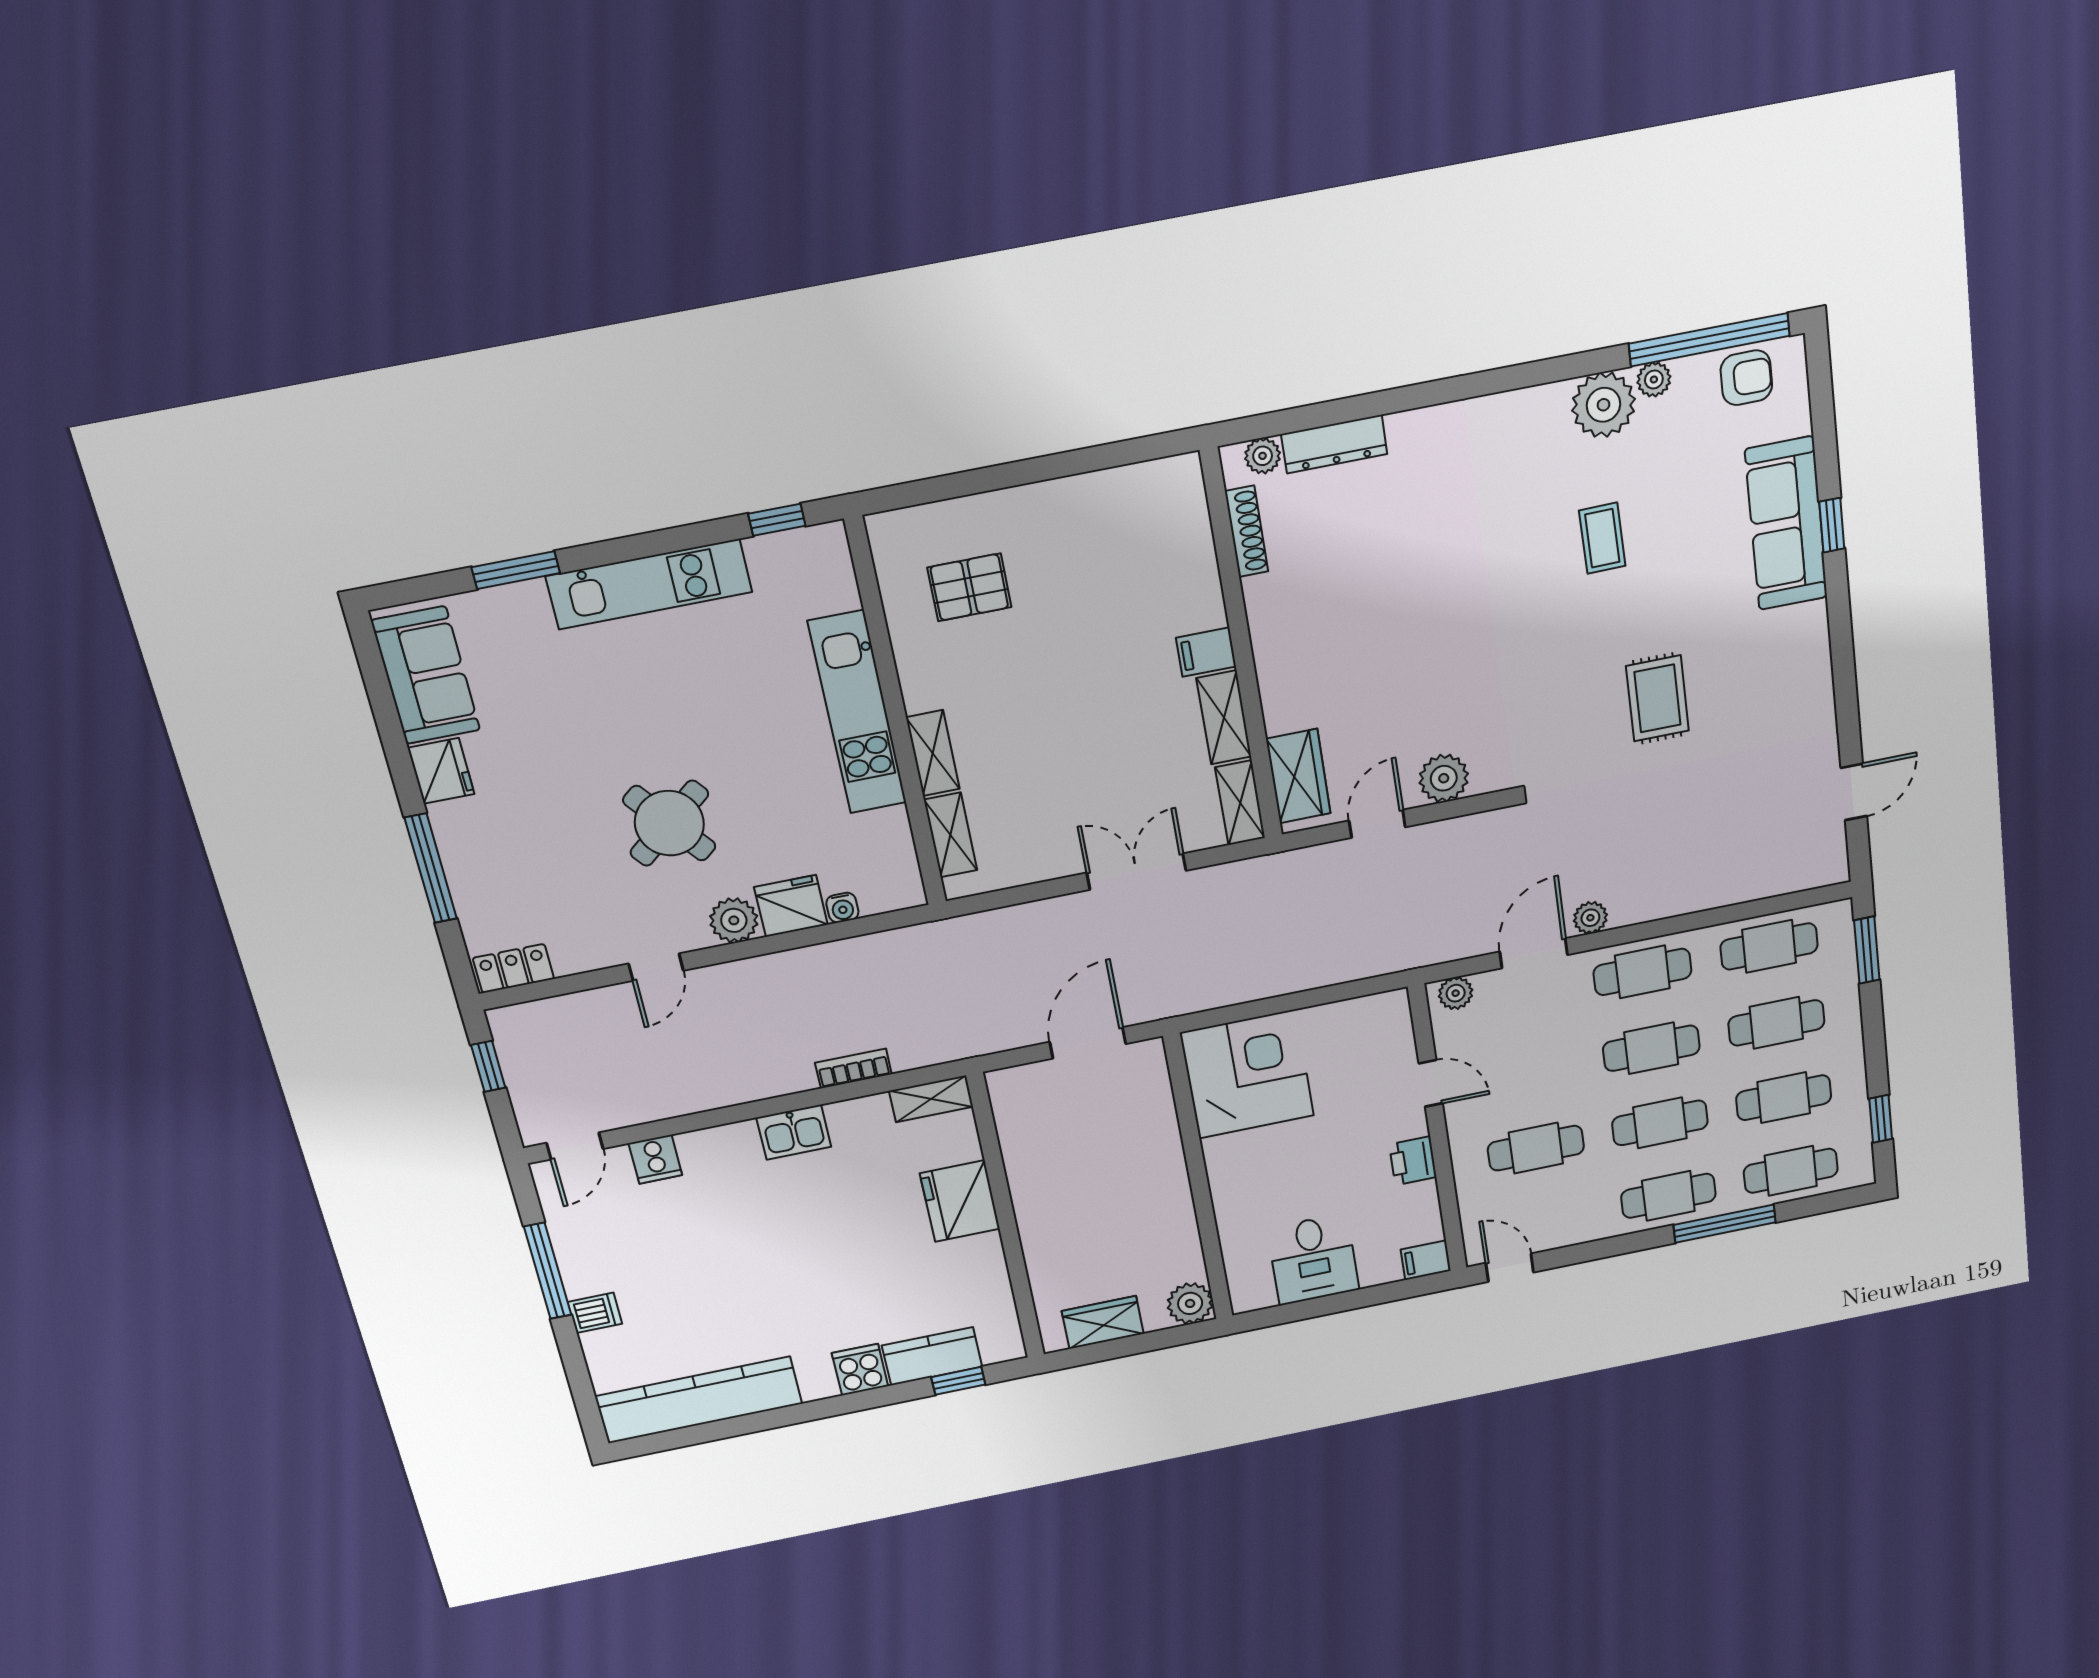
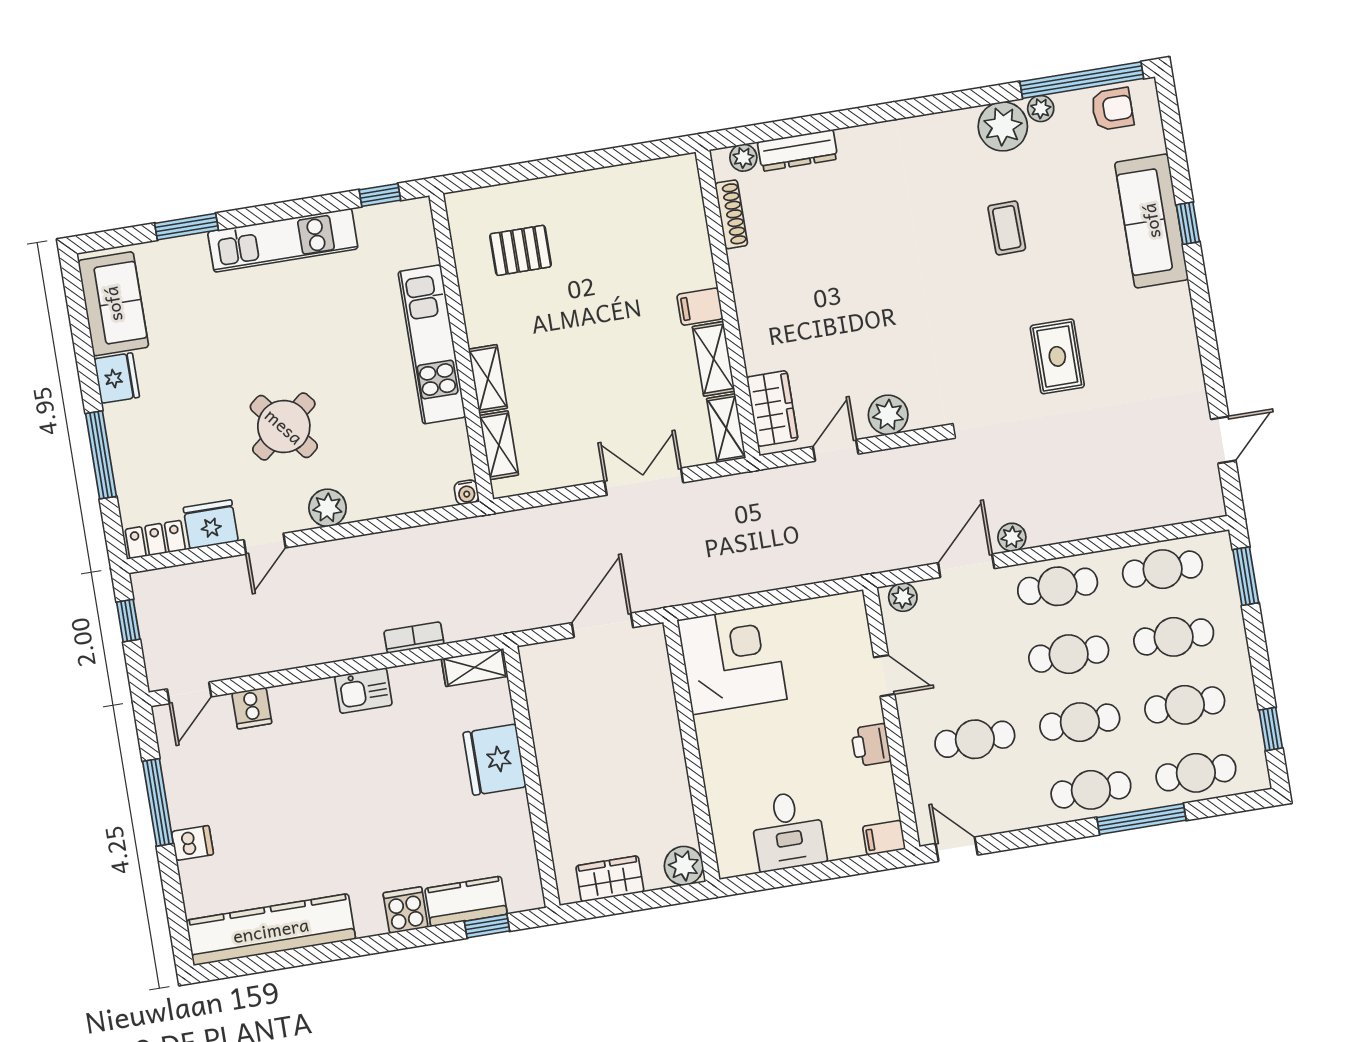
fridge: (791, 906) -> (211, 524), moved
water cooler: (842, 908) -> (466, 492), moved

